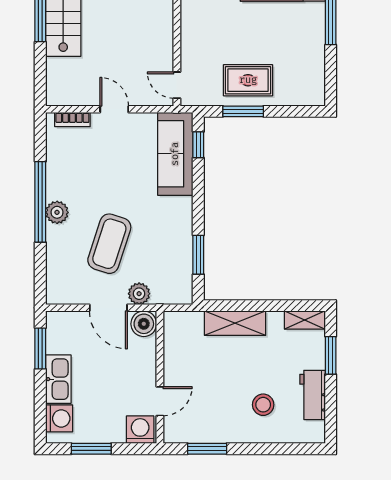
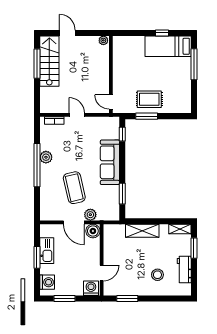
sofa: (175, 154) -> (110, 162), moved
plant: (57, 212) -> (46, 157), moved
coffee table: (109, 244) -> (74, 188), turned -31
window: (40, 349) -> (37, 257), moved
kitchen sink: (58, 379) -> (47, 251), moved

